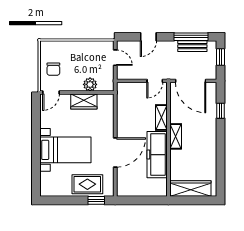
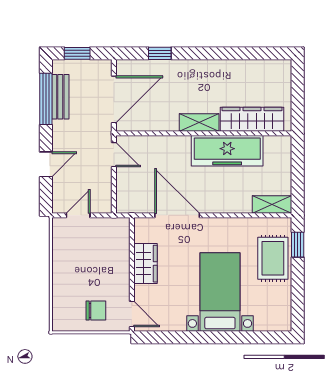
door: (148, 37) -> (46, 164), hinge flipped
plant: (90, 84) -> (119, 254), removed
shelving: (161, 118) -> (272, 205), moved
door: (115, 152) -> (177, 215), moved
wardrobe: (190, 189) -> (252, 119), moved, turned 90

